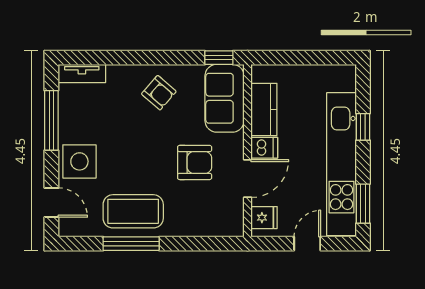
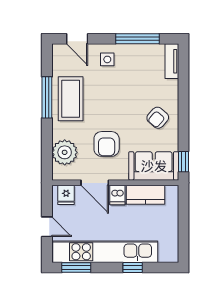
side table: (79, 161) -> (107, 59), width x0.54, depth x0.54
door: (51, 203) -> (77, 39), hinge flipped
plant: (206, 220) -> (65, 152), added

